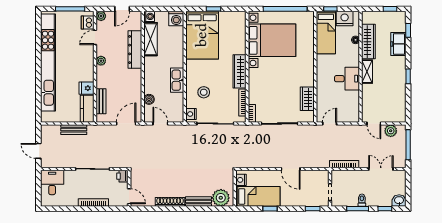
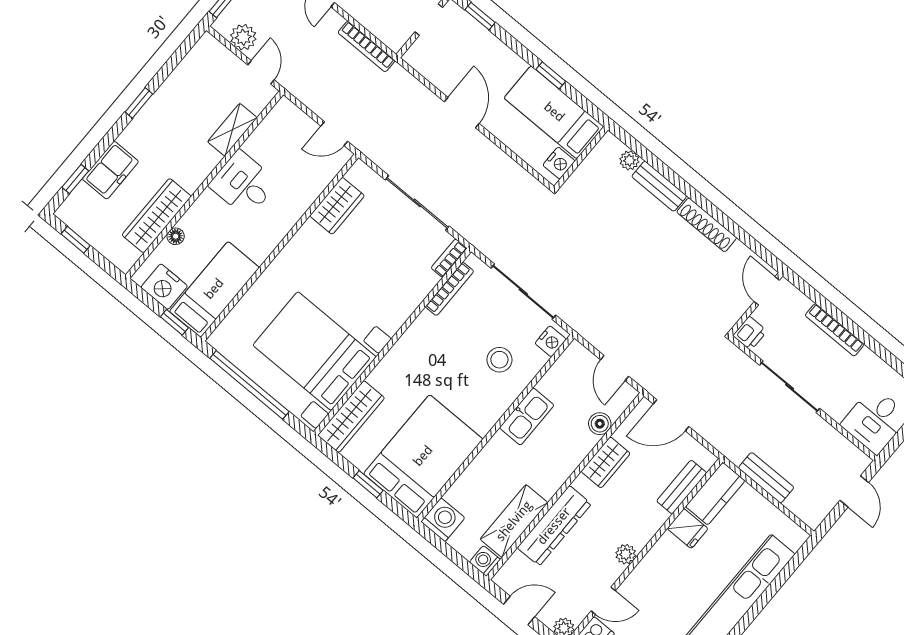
wardrobe: (240, 71) -> (351, 417), moved
shelving: (367, 72) -> (232, 130), moved
wardrobe: (135, 87) -> (606, 462), added
plant: (221, 198) -> (629, 160), width x0.53, depth x0.53

